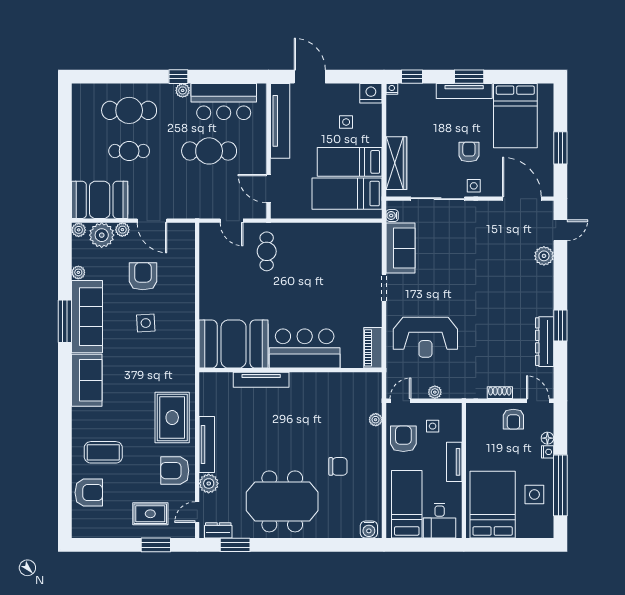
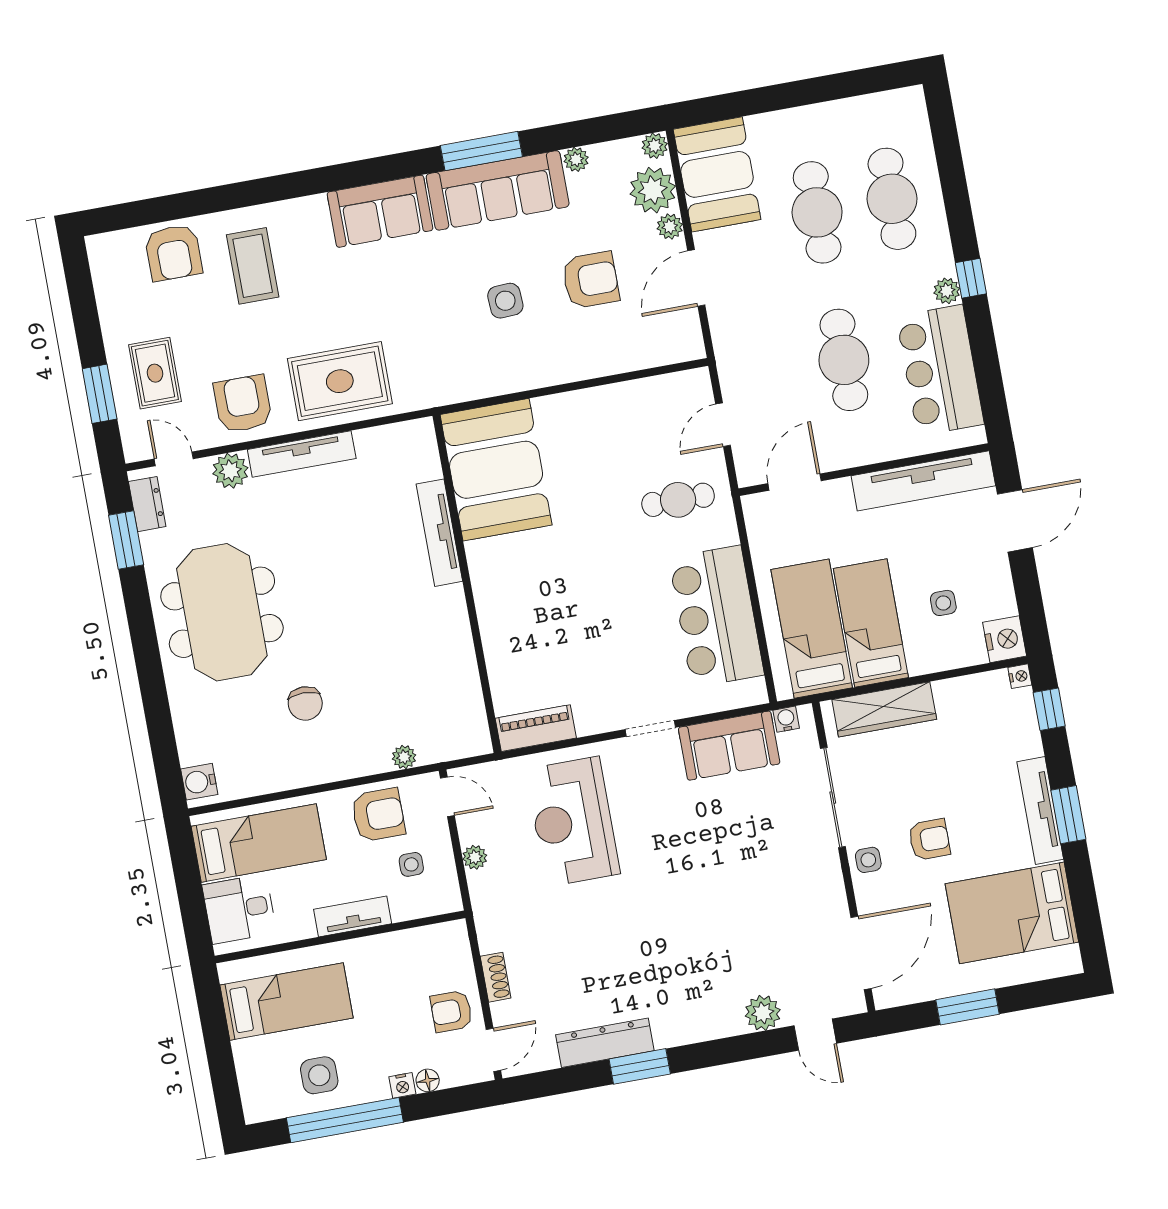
cafe table: (129, 151) -> (817, 212), width x1.37, depth x1.35
bar counter: (305, 348) -> (716, 616), moved, turned 180
bed: (493, 505) -> (287, 1002), width x0.67

